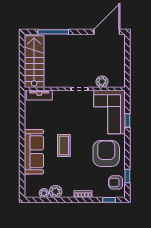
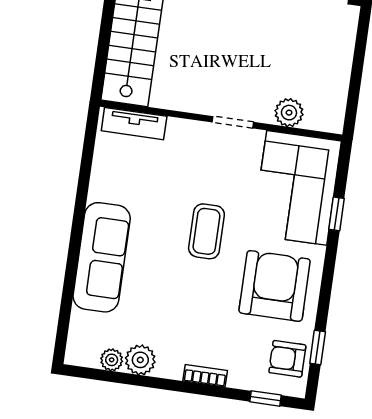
coffee table: (64, 146) -> (206, 231), moved

